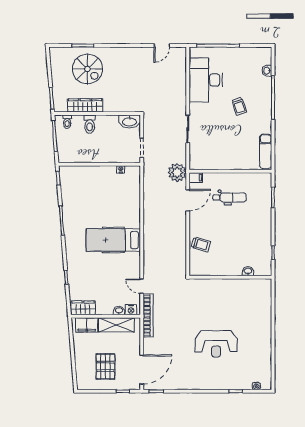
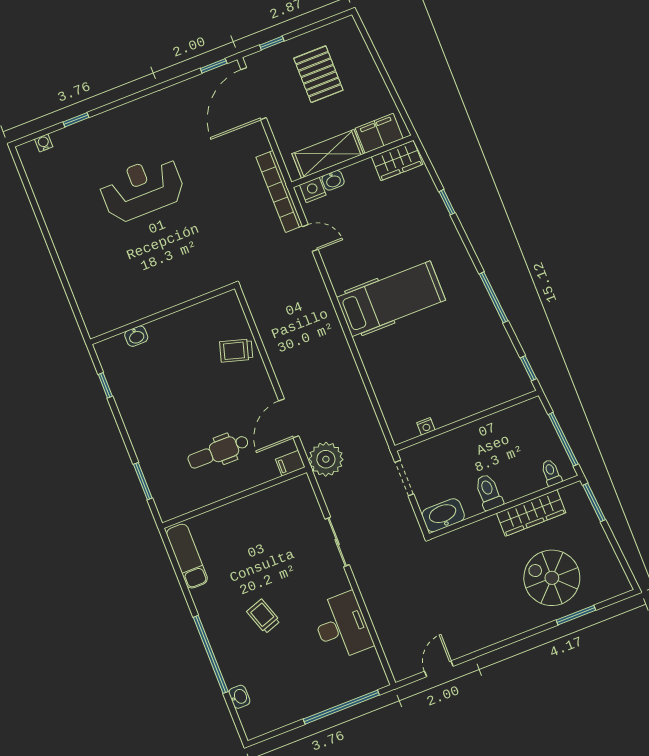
desk: (206, 80) -> (342, 626), width x0.73, depth x0.77
toilet: (90, 124) -> (489, 492), moved

